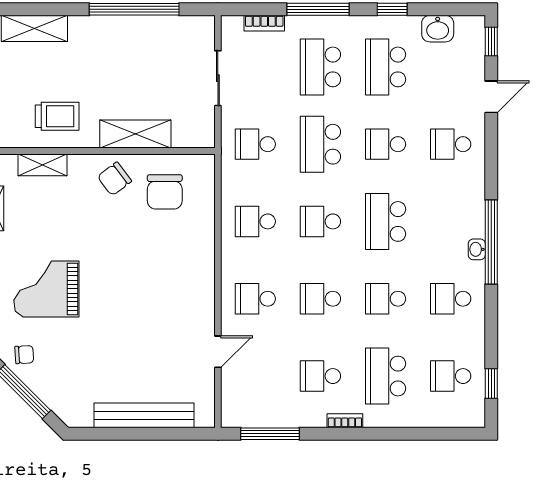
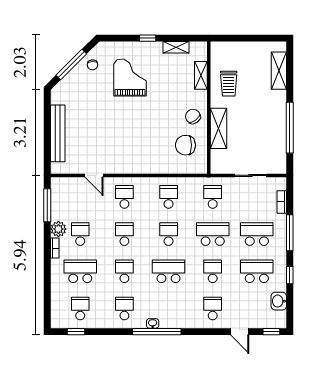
plant: (312, 414) -> (58, 229), added

